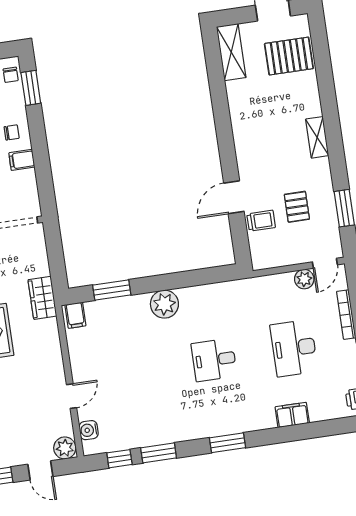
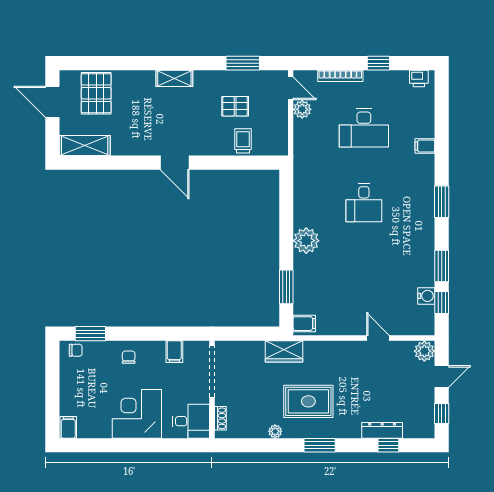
filing cabinet: (22, 160) -> (174, 352), moved
door: (234, 197) -> (175, 163), moved
filing cabinet: (292, 415) -> (425, 146), width x0.50
water cooler: (89, 430) -> (426, 296), moved, turned -90

